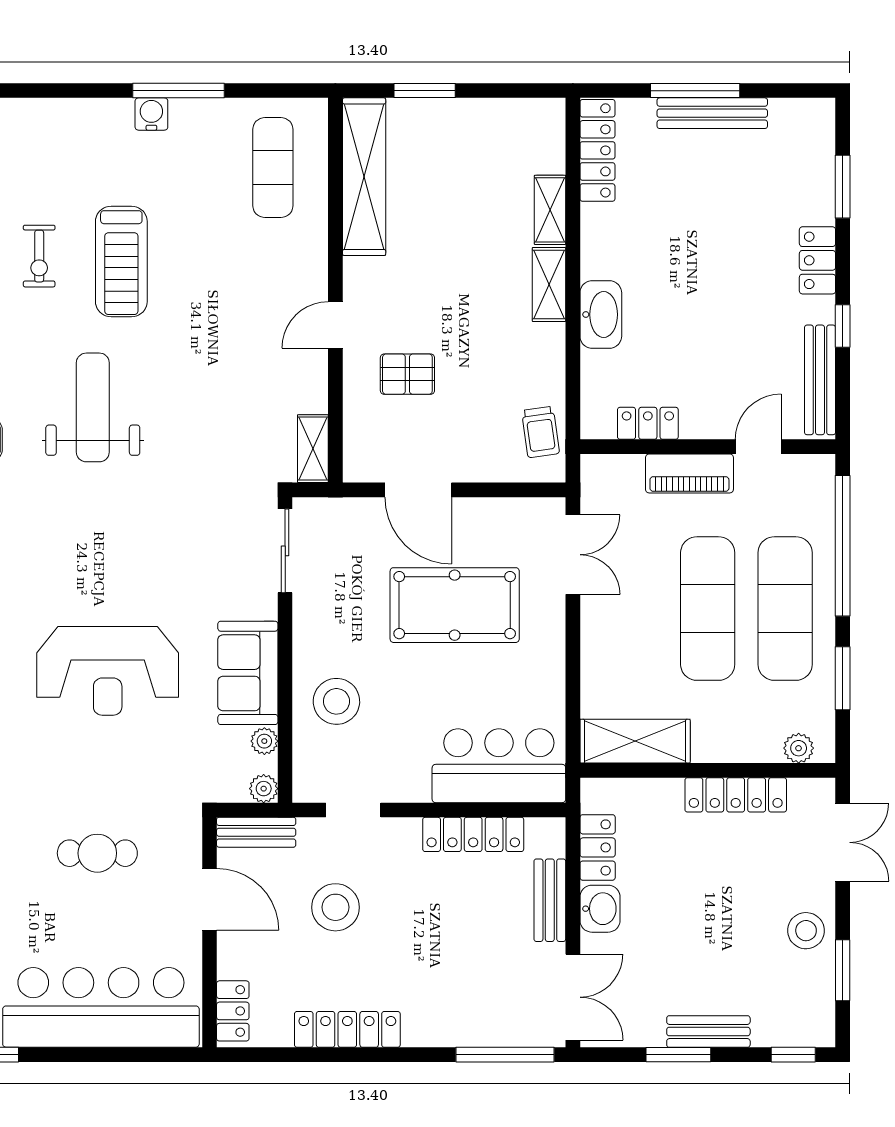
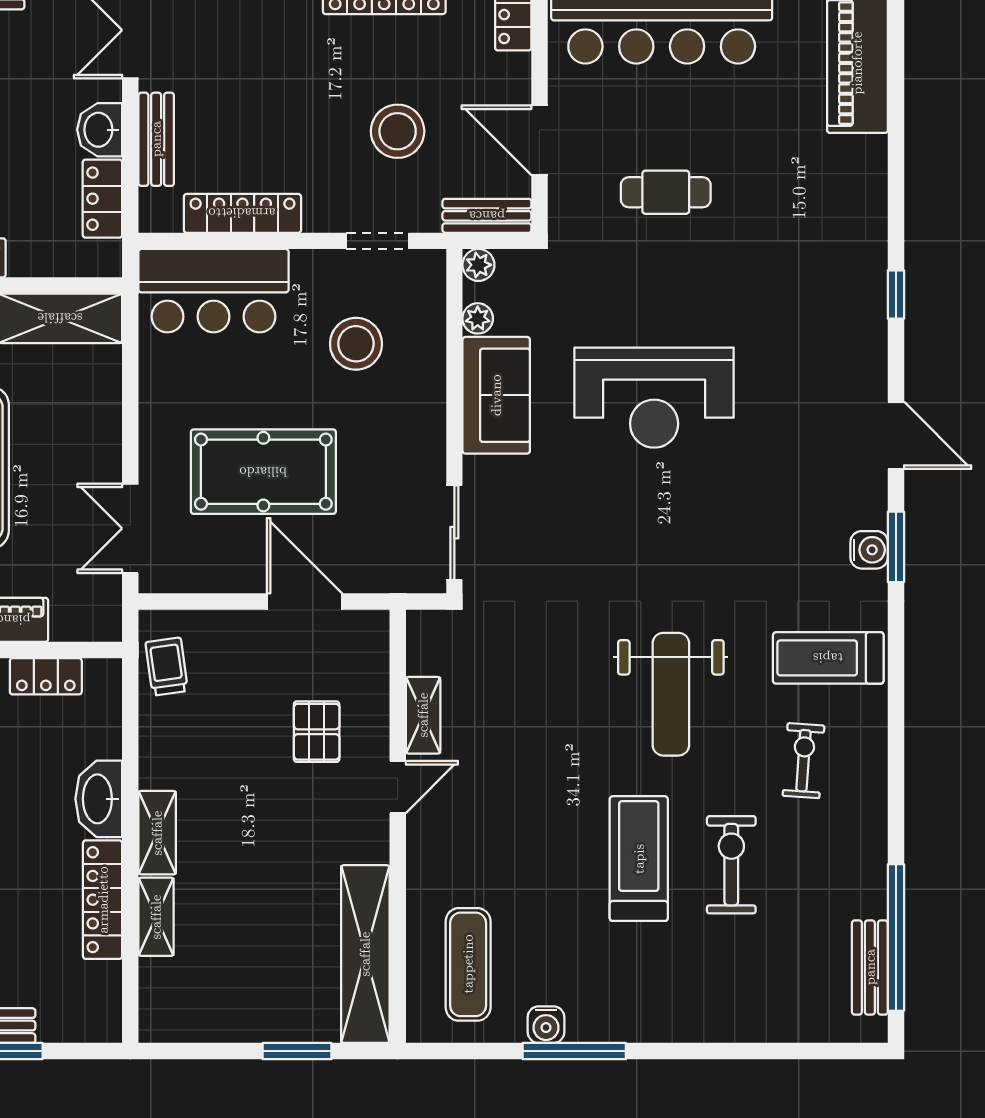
water cooler: (151, 114) -> (546, 1025), moved
locker: (597, 150) -> (103, 900), moved
exercise bike: (39, 256) -> (731, 865), width x1.38, depth x1.39
pallet: (407, 374) -> (317, 732), turned 90
shelving: (313, 449) -> (423, 715), moved
reception desk: (108, 671) -> (654, 398), turned 180
stool: (336, 701) -> (356, 344), moved

